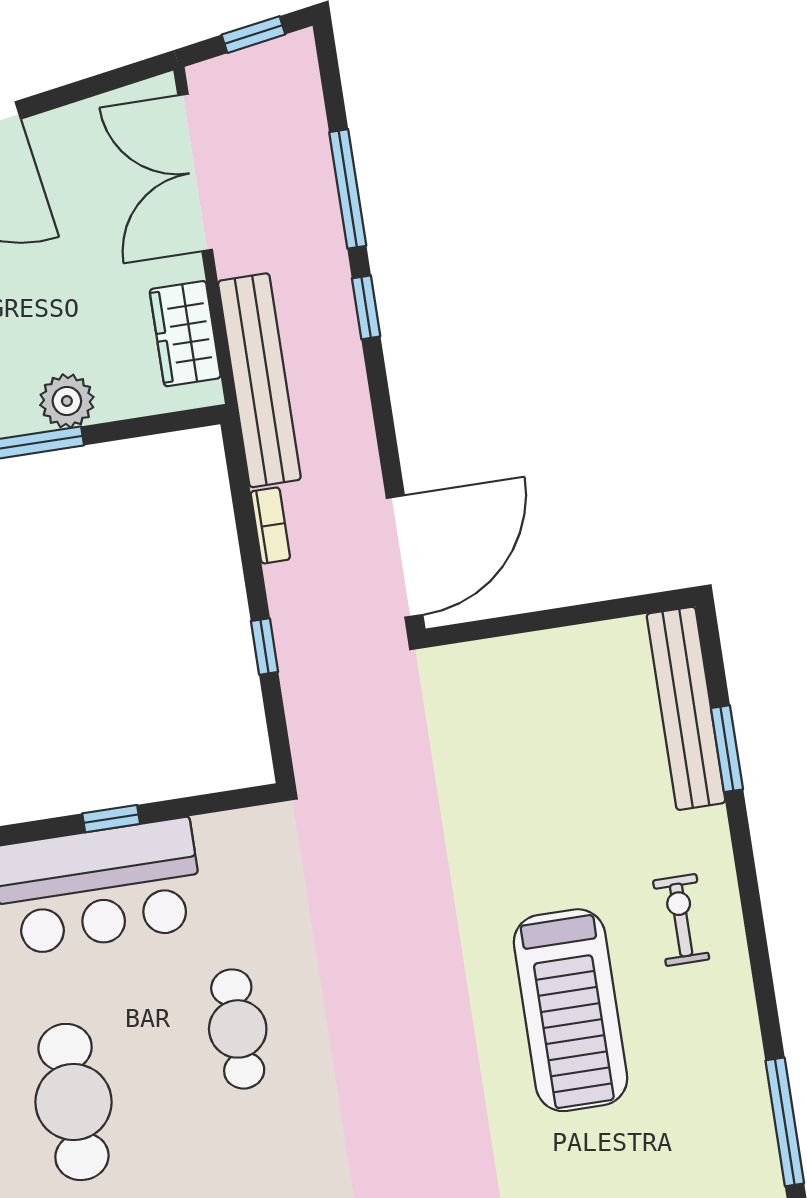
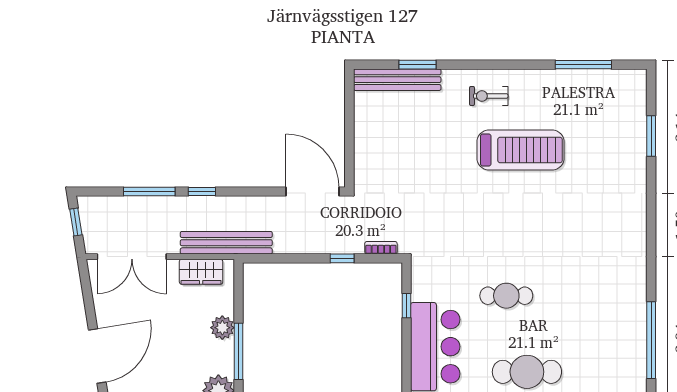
bookcase: (270, 525) -> (381, 248), moved
window: (111, 819) -> (406, 306), moved

